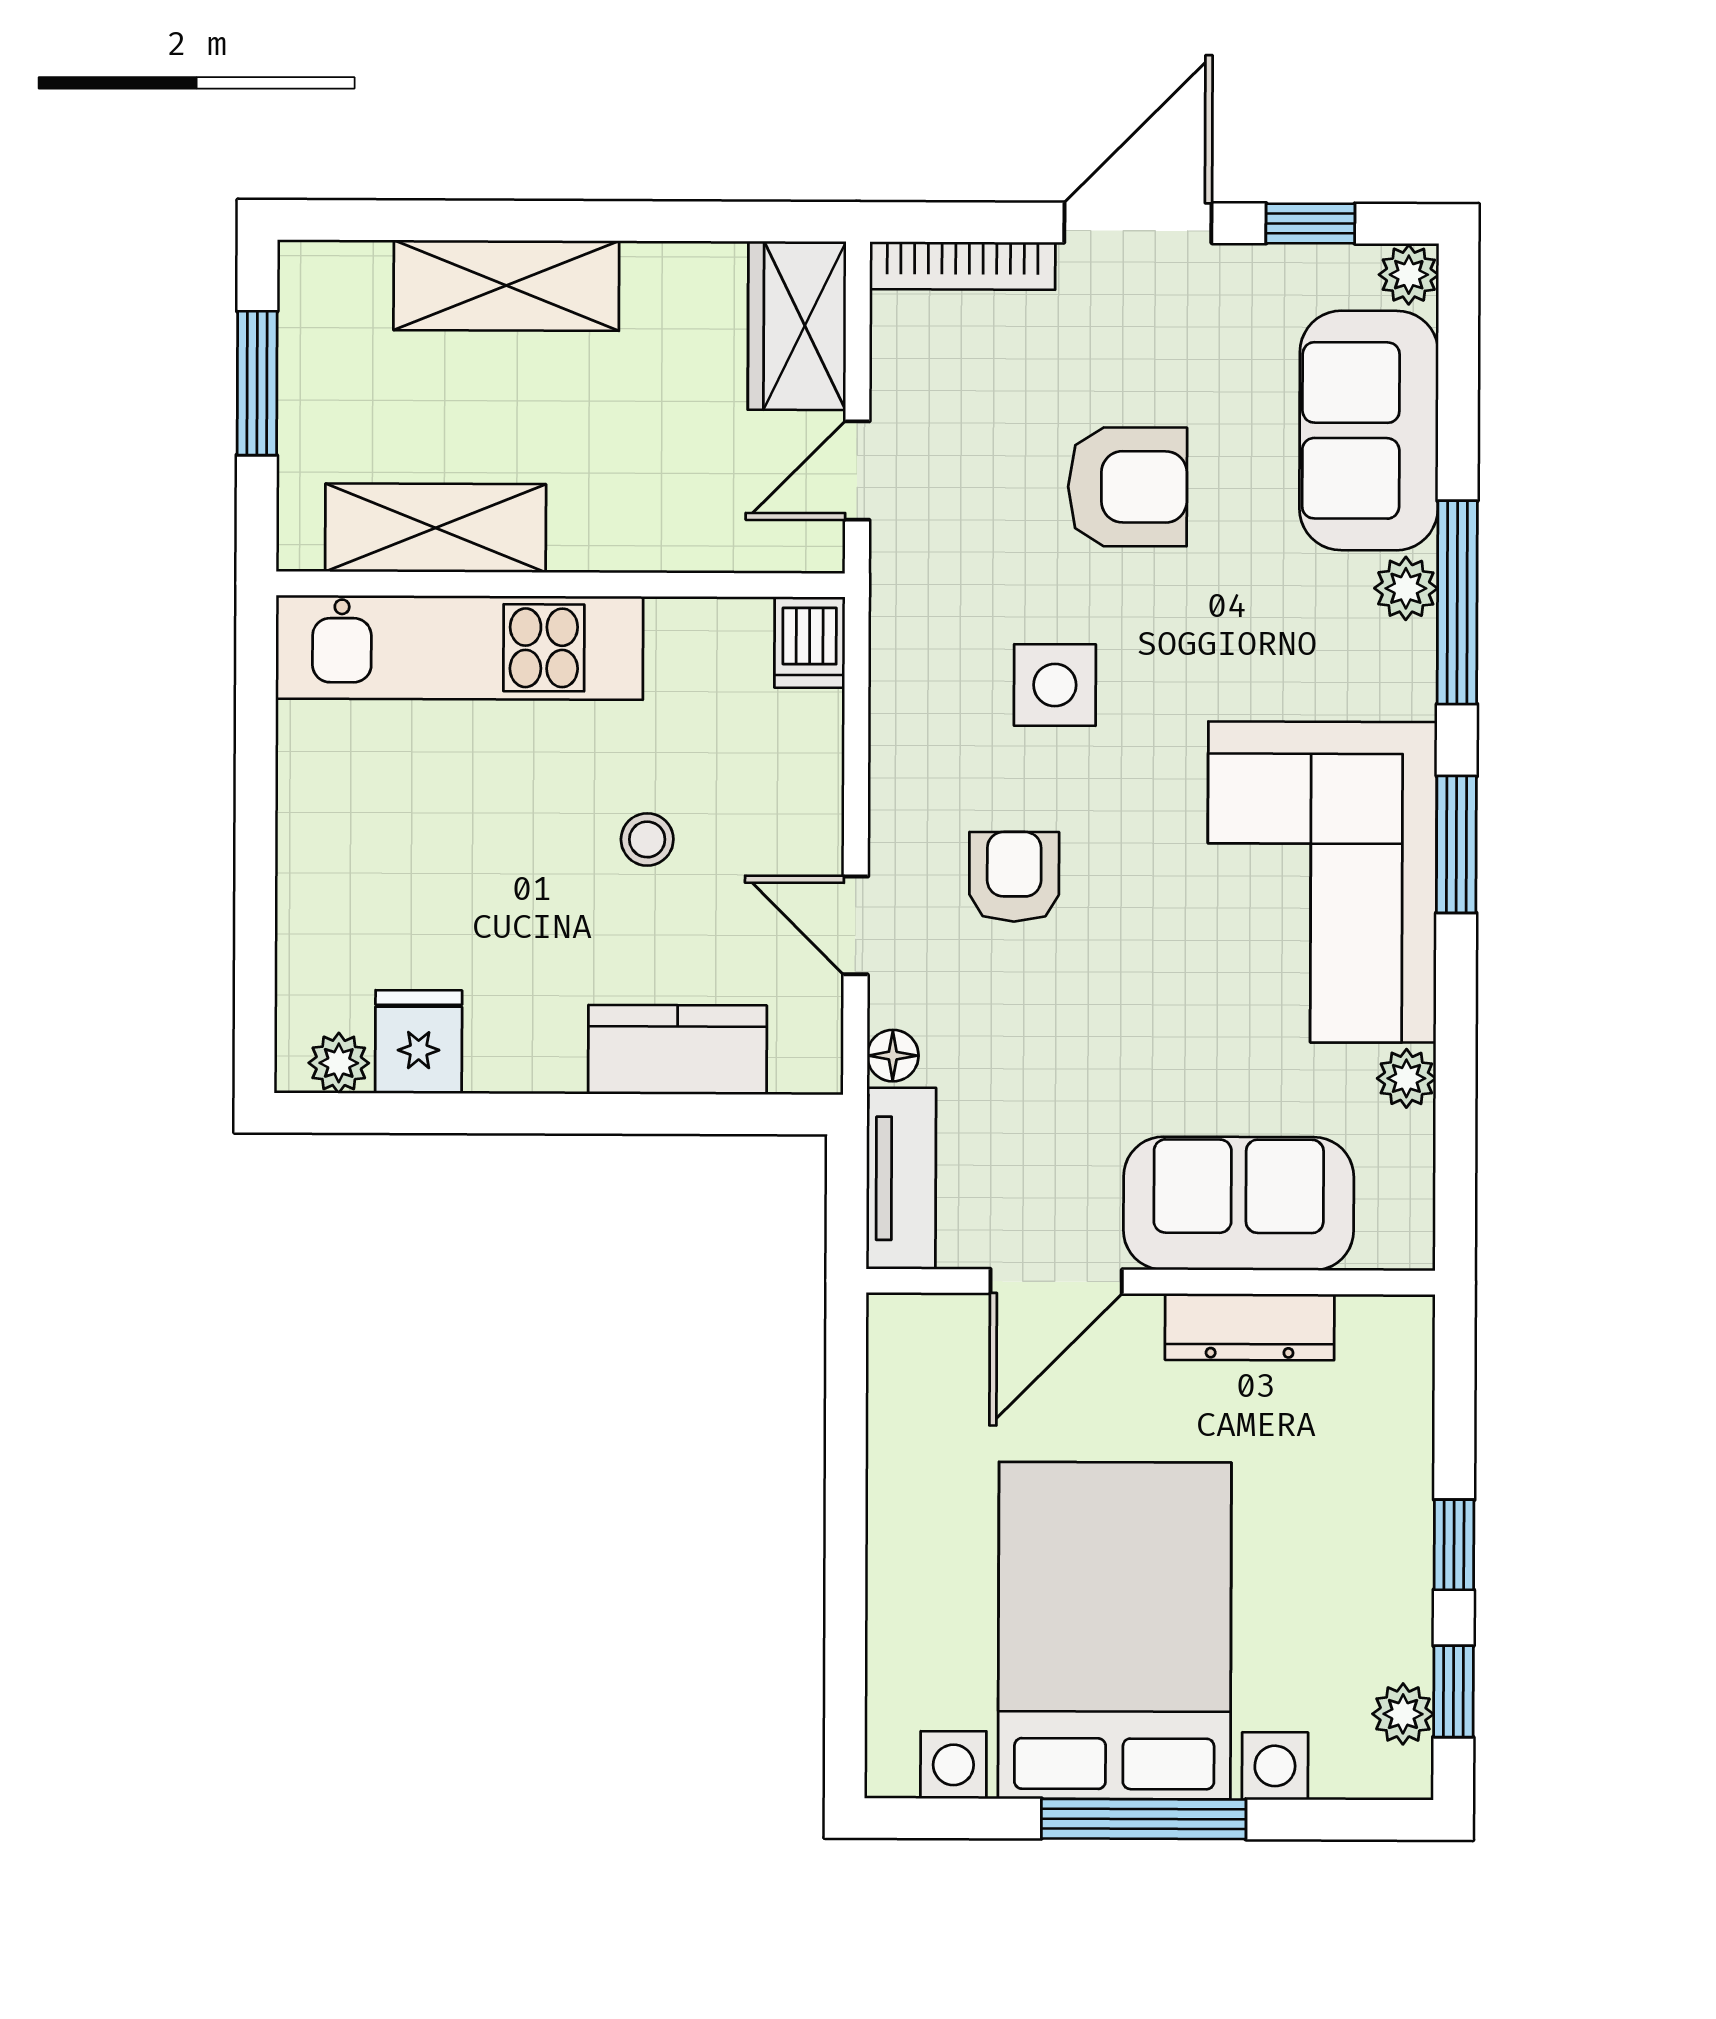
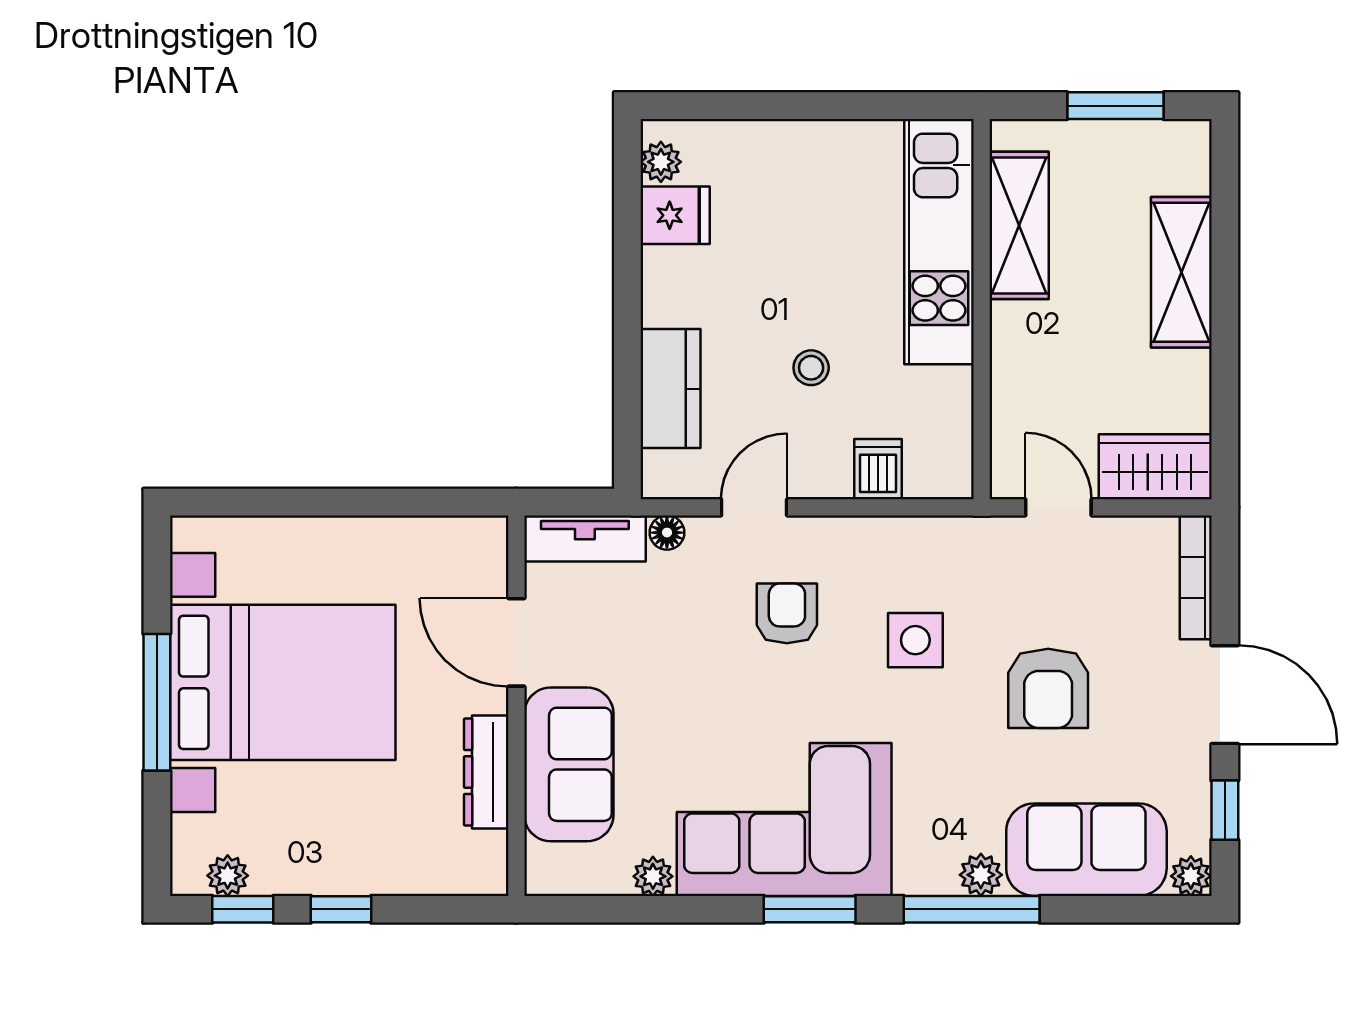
dishwasher: (810, 642) -> (878, 469), moved, turned 90
armchair: (1014, 877) -> (787, 613), turned -90

